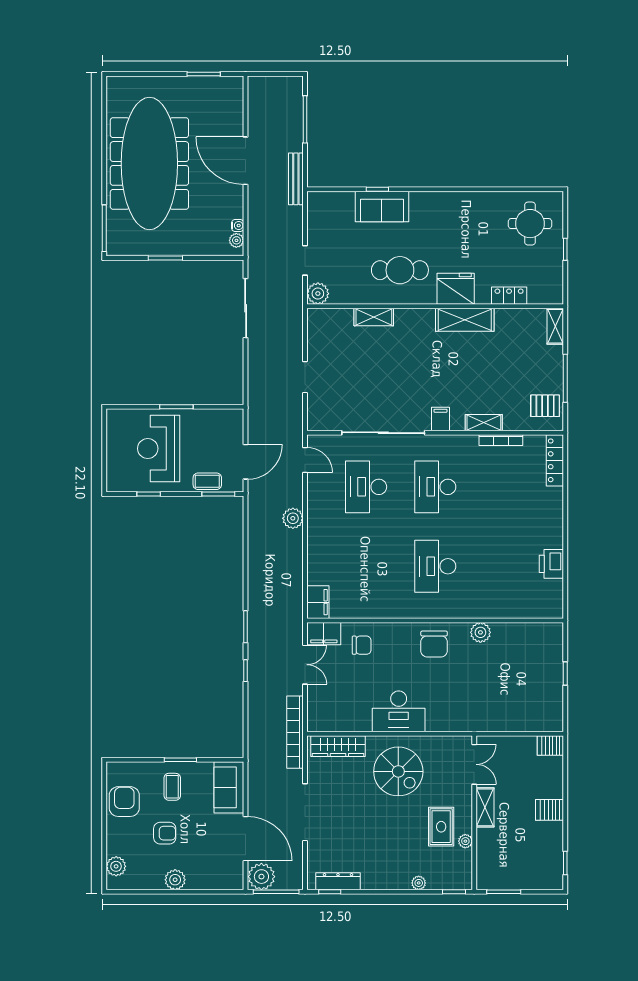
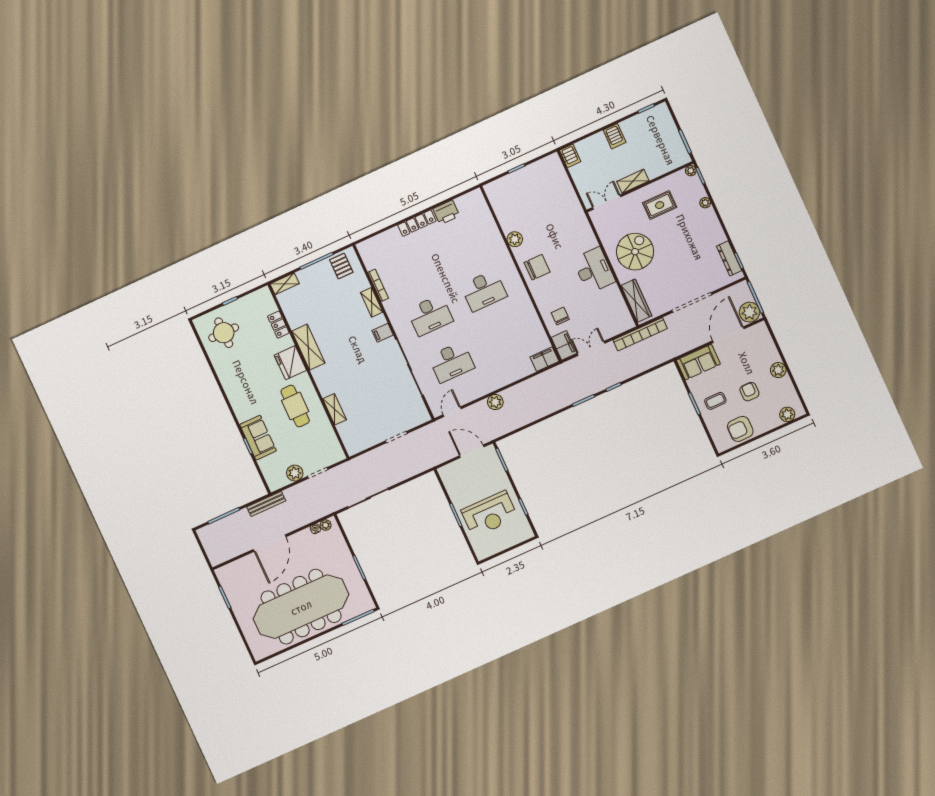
plant: (318, 294) -> (295, 473), moved
locker: (555, 460) -> (417, 223), moved
coffee table: (207, 481) -> (497, 471), removed
plant: (465, 841) -> (691, 171), moved

